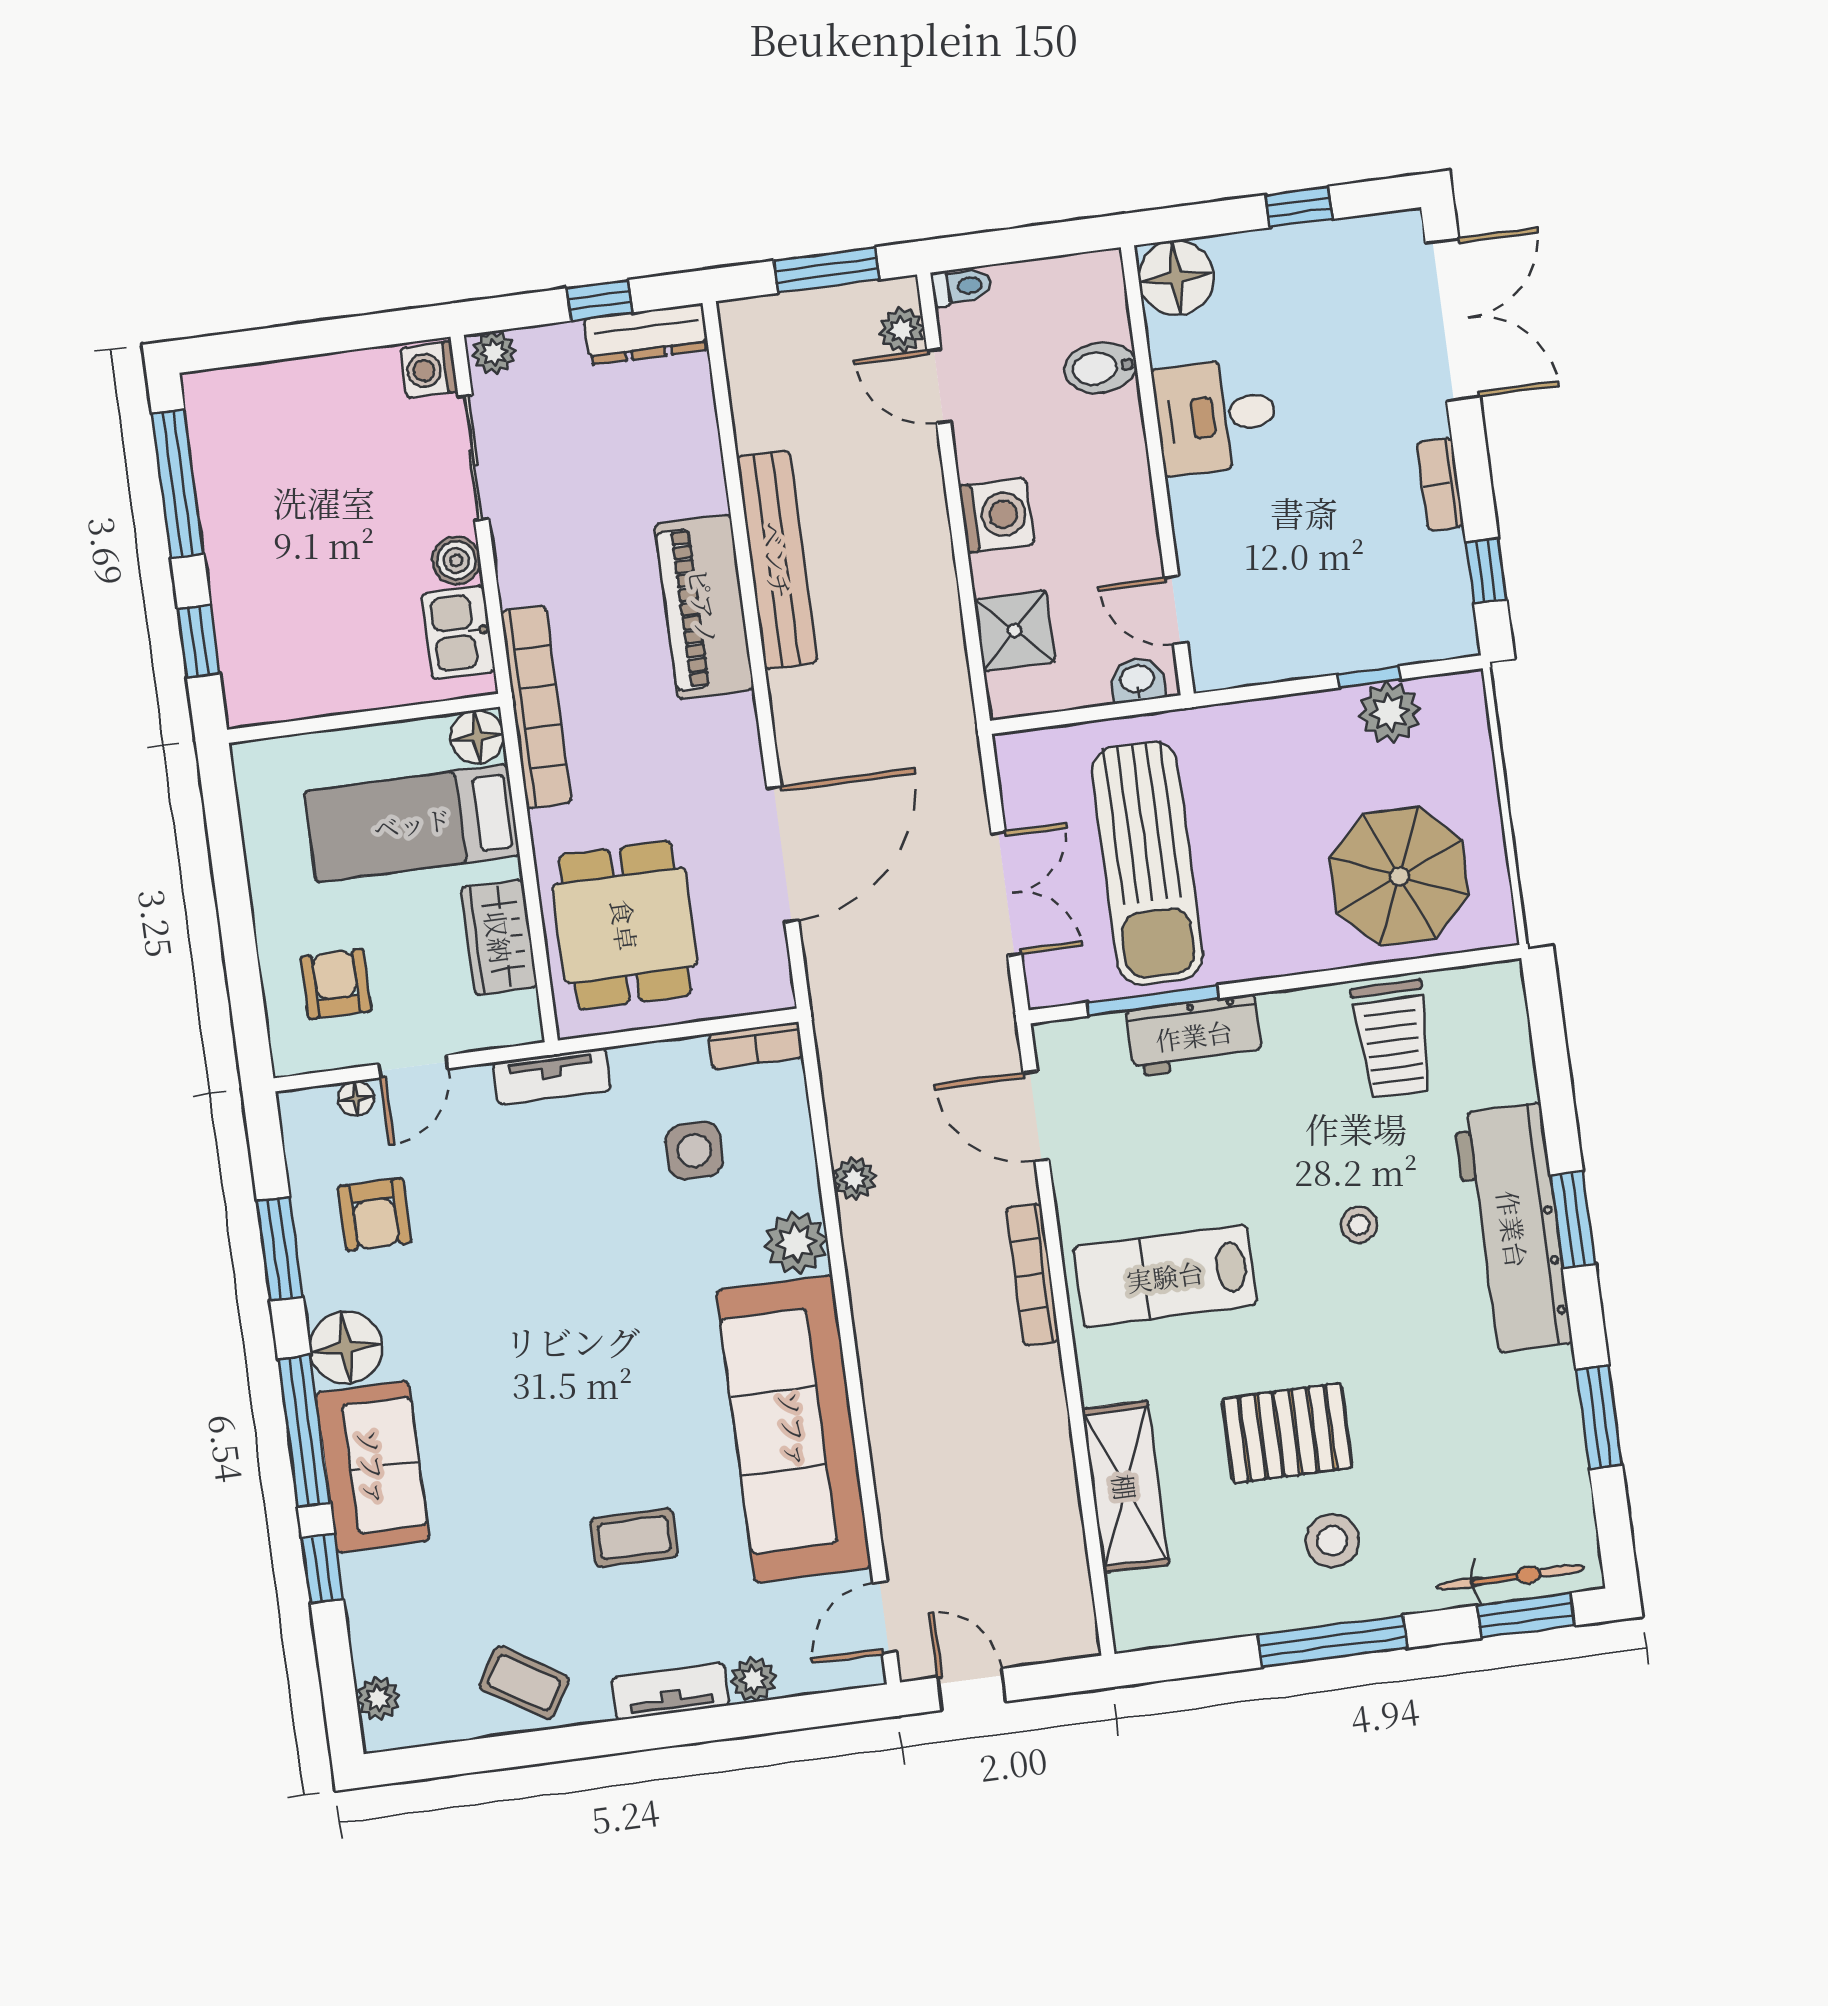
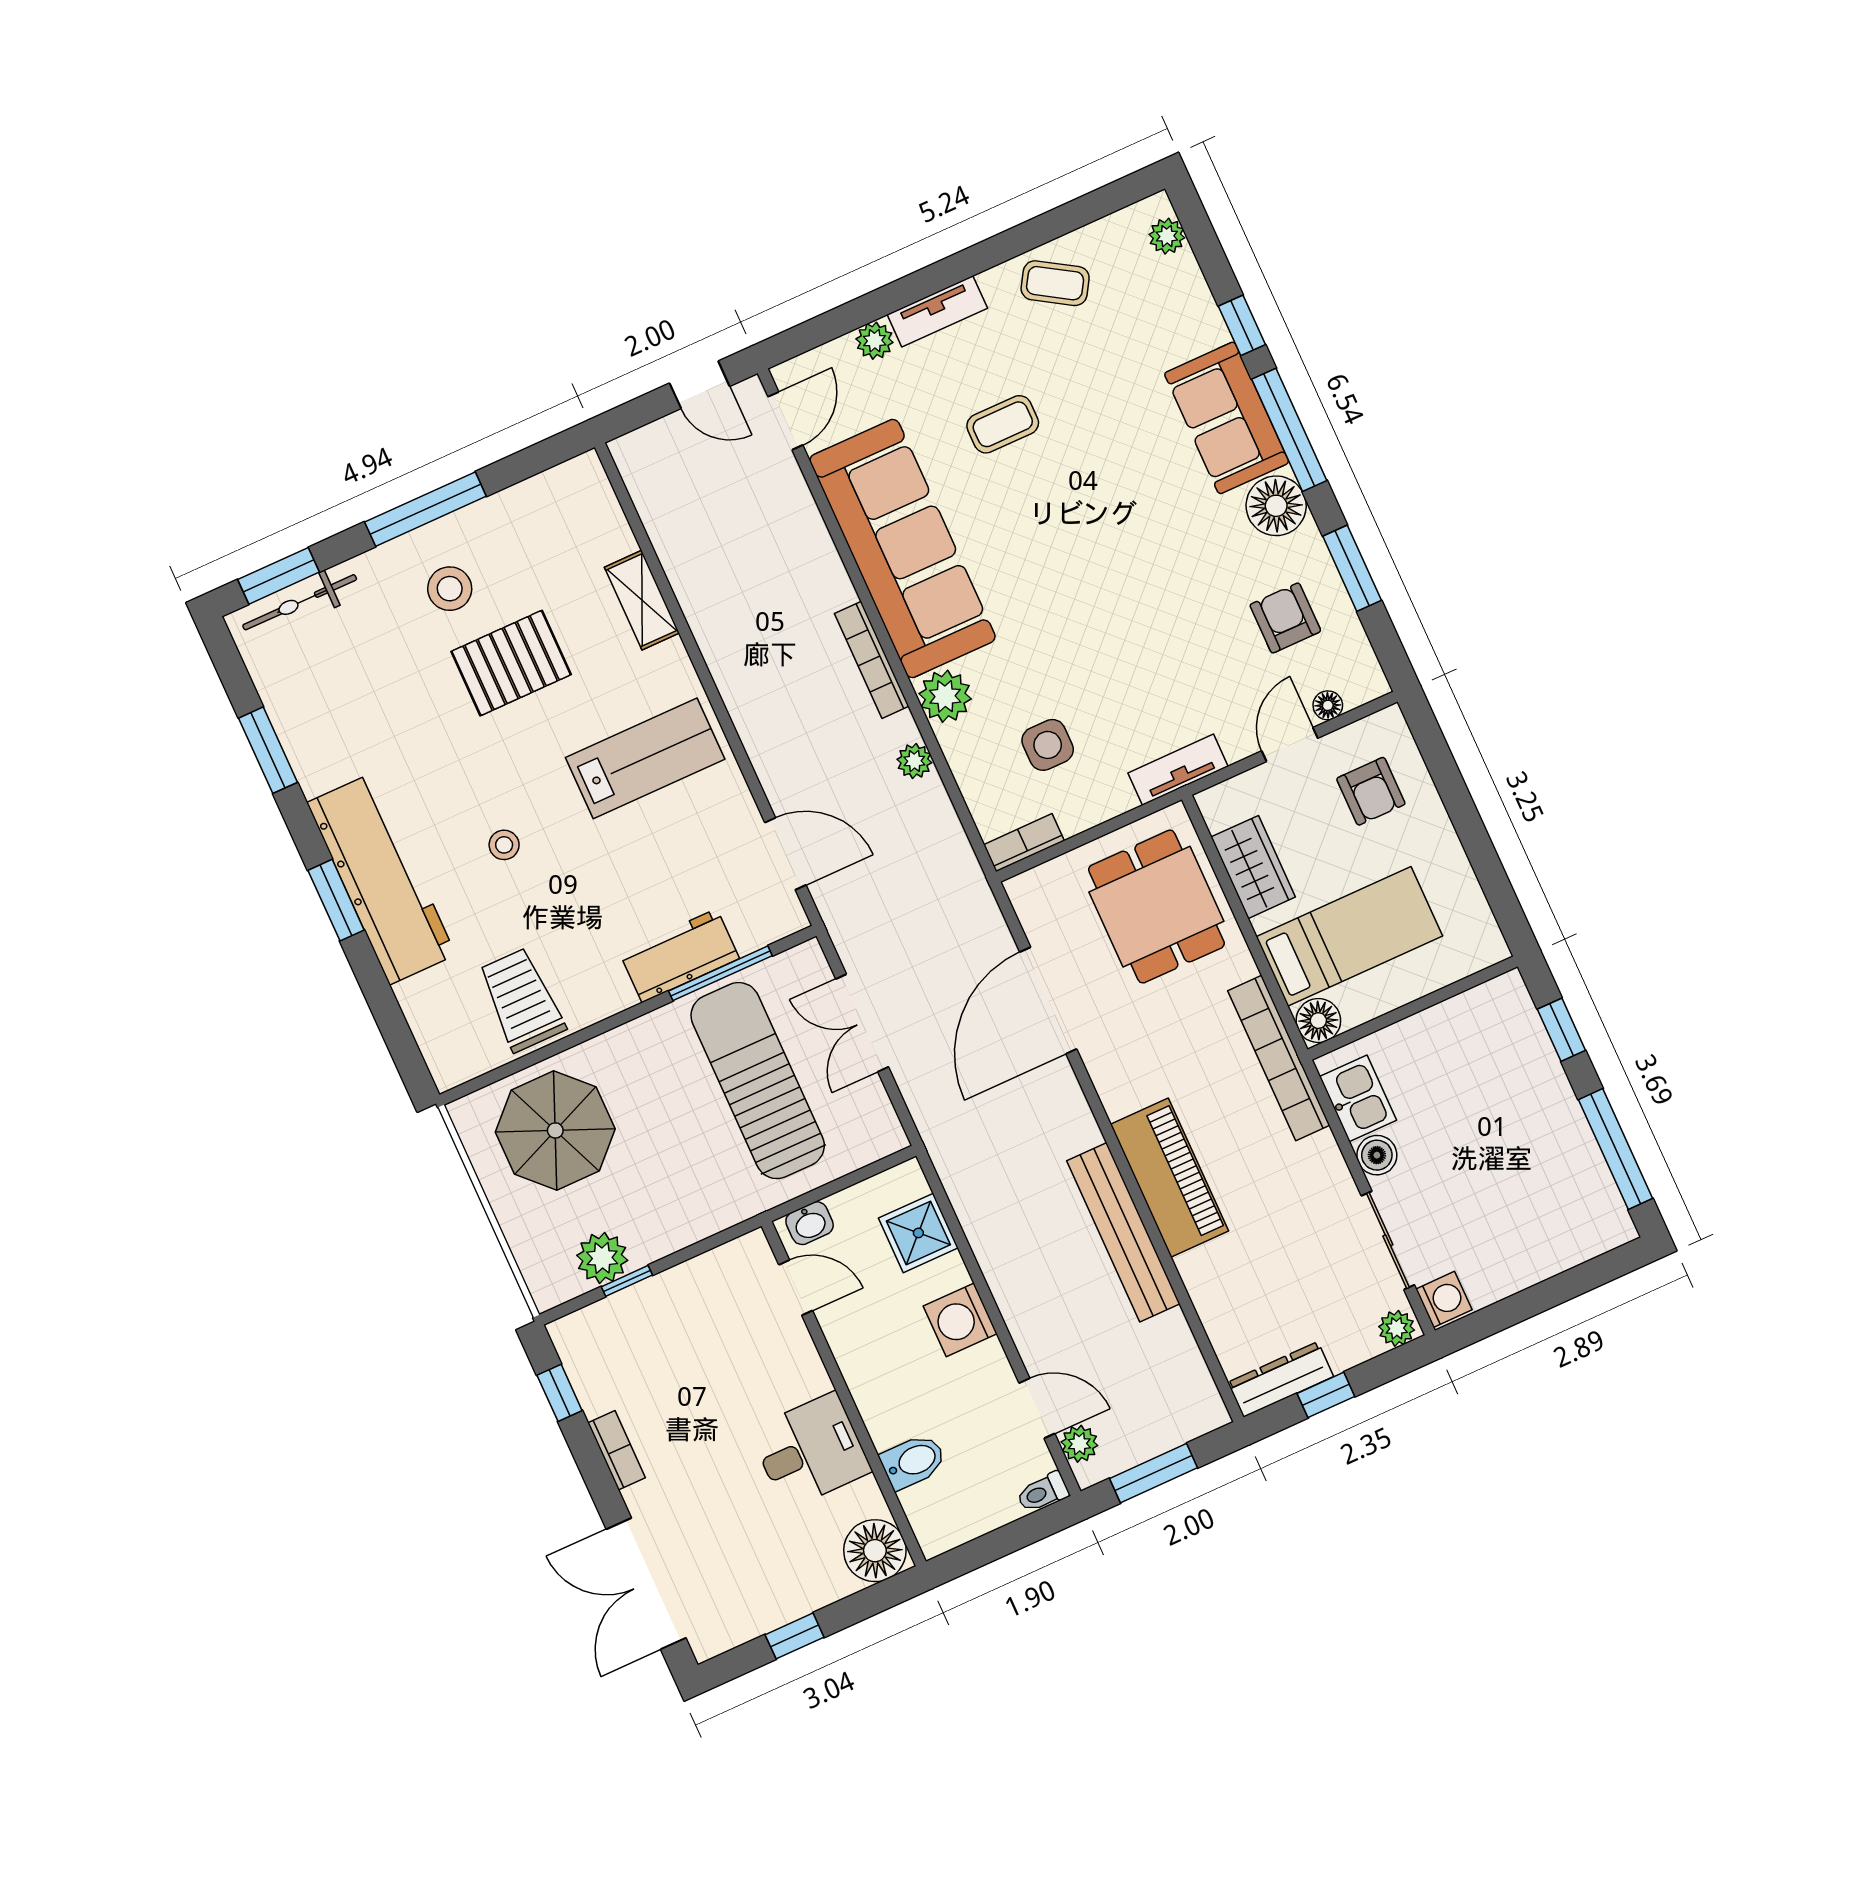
bookcase: (1033, 1274) -> (872, 660), moved, turned 180
shelving: (1125, 1487) -> (642, 600), width x0.67, depth x0.75

